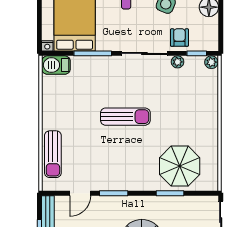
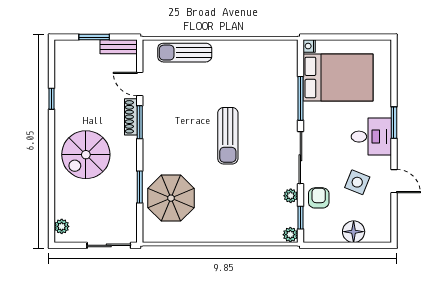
armchair: (179, 38) -> (319, 198), turned -90
barbecue: (56, 65) -> (287, 56), removed
shoe rack: (109, 201) -> (131, 117), added

